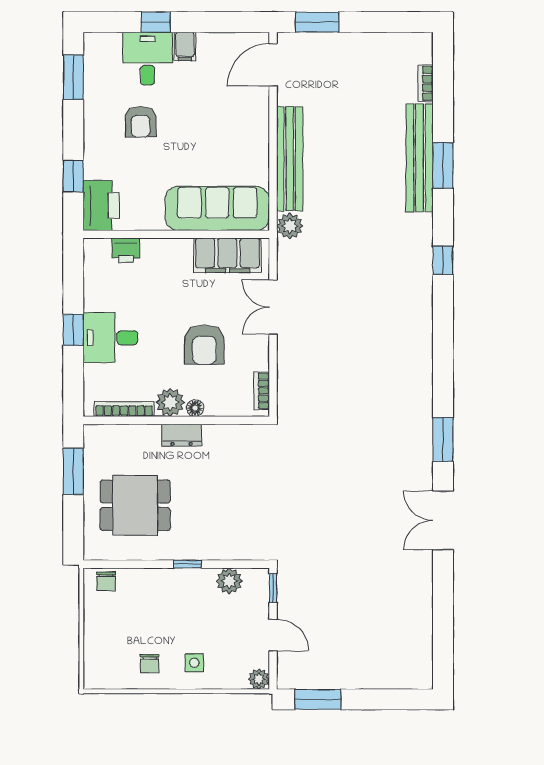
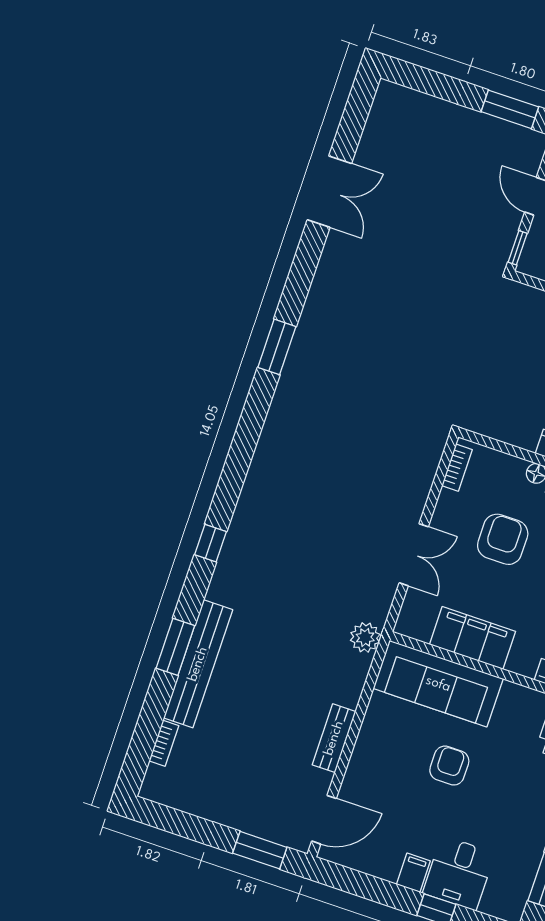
armchair: (141, 122) -> (449, 766), moved
bench: (290, 159) -> (334, 738), width x0.54, depth x0.82
filing cabinet: (228, 255) -> (472, 638), moved
double door: (443, 520) -> (329, 192), moved

